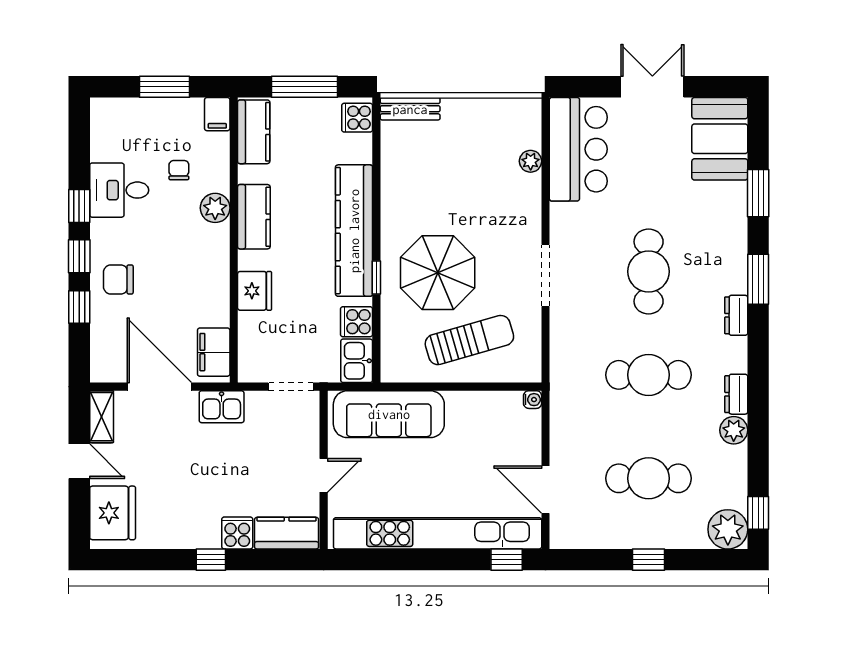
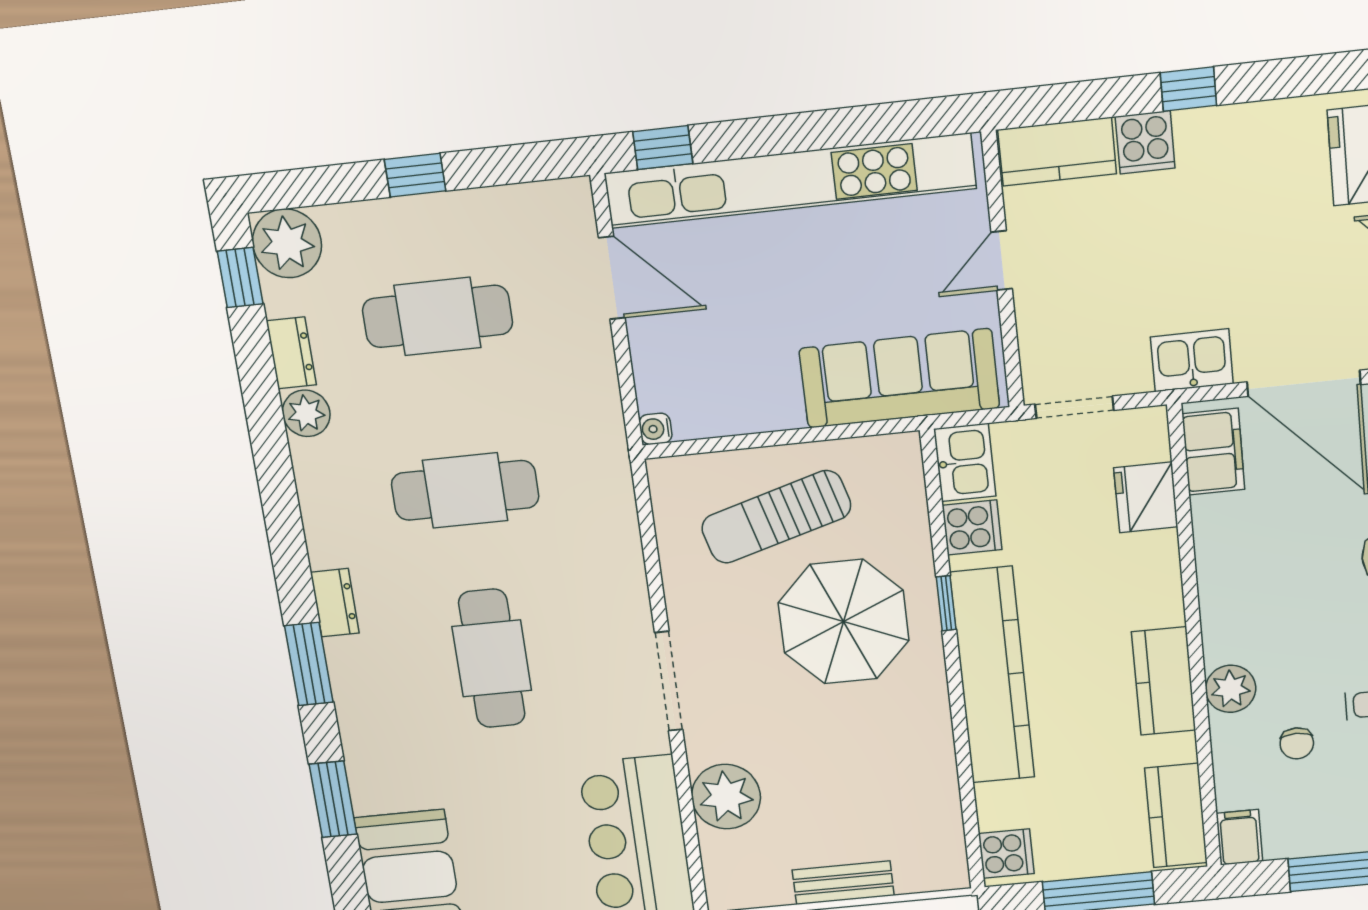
bench: (410, 109) -> (843, 883), moved
plant: (531, 161) -> (726, 797), width x1.87, depth x1.87
doorway: (545, 276) -> (669, 681), moved
fridge: (255, 291) -> (1146, 497), moved
dresser: (736, 394) -> (291, 353), moved

